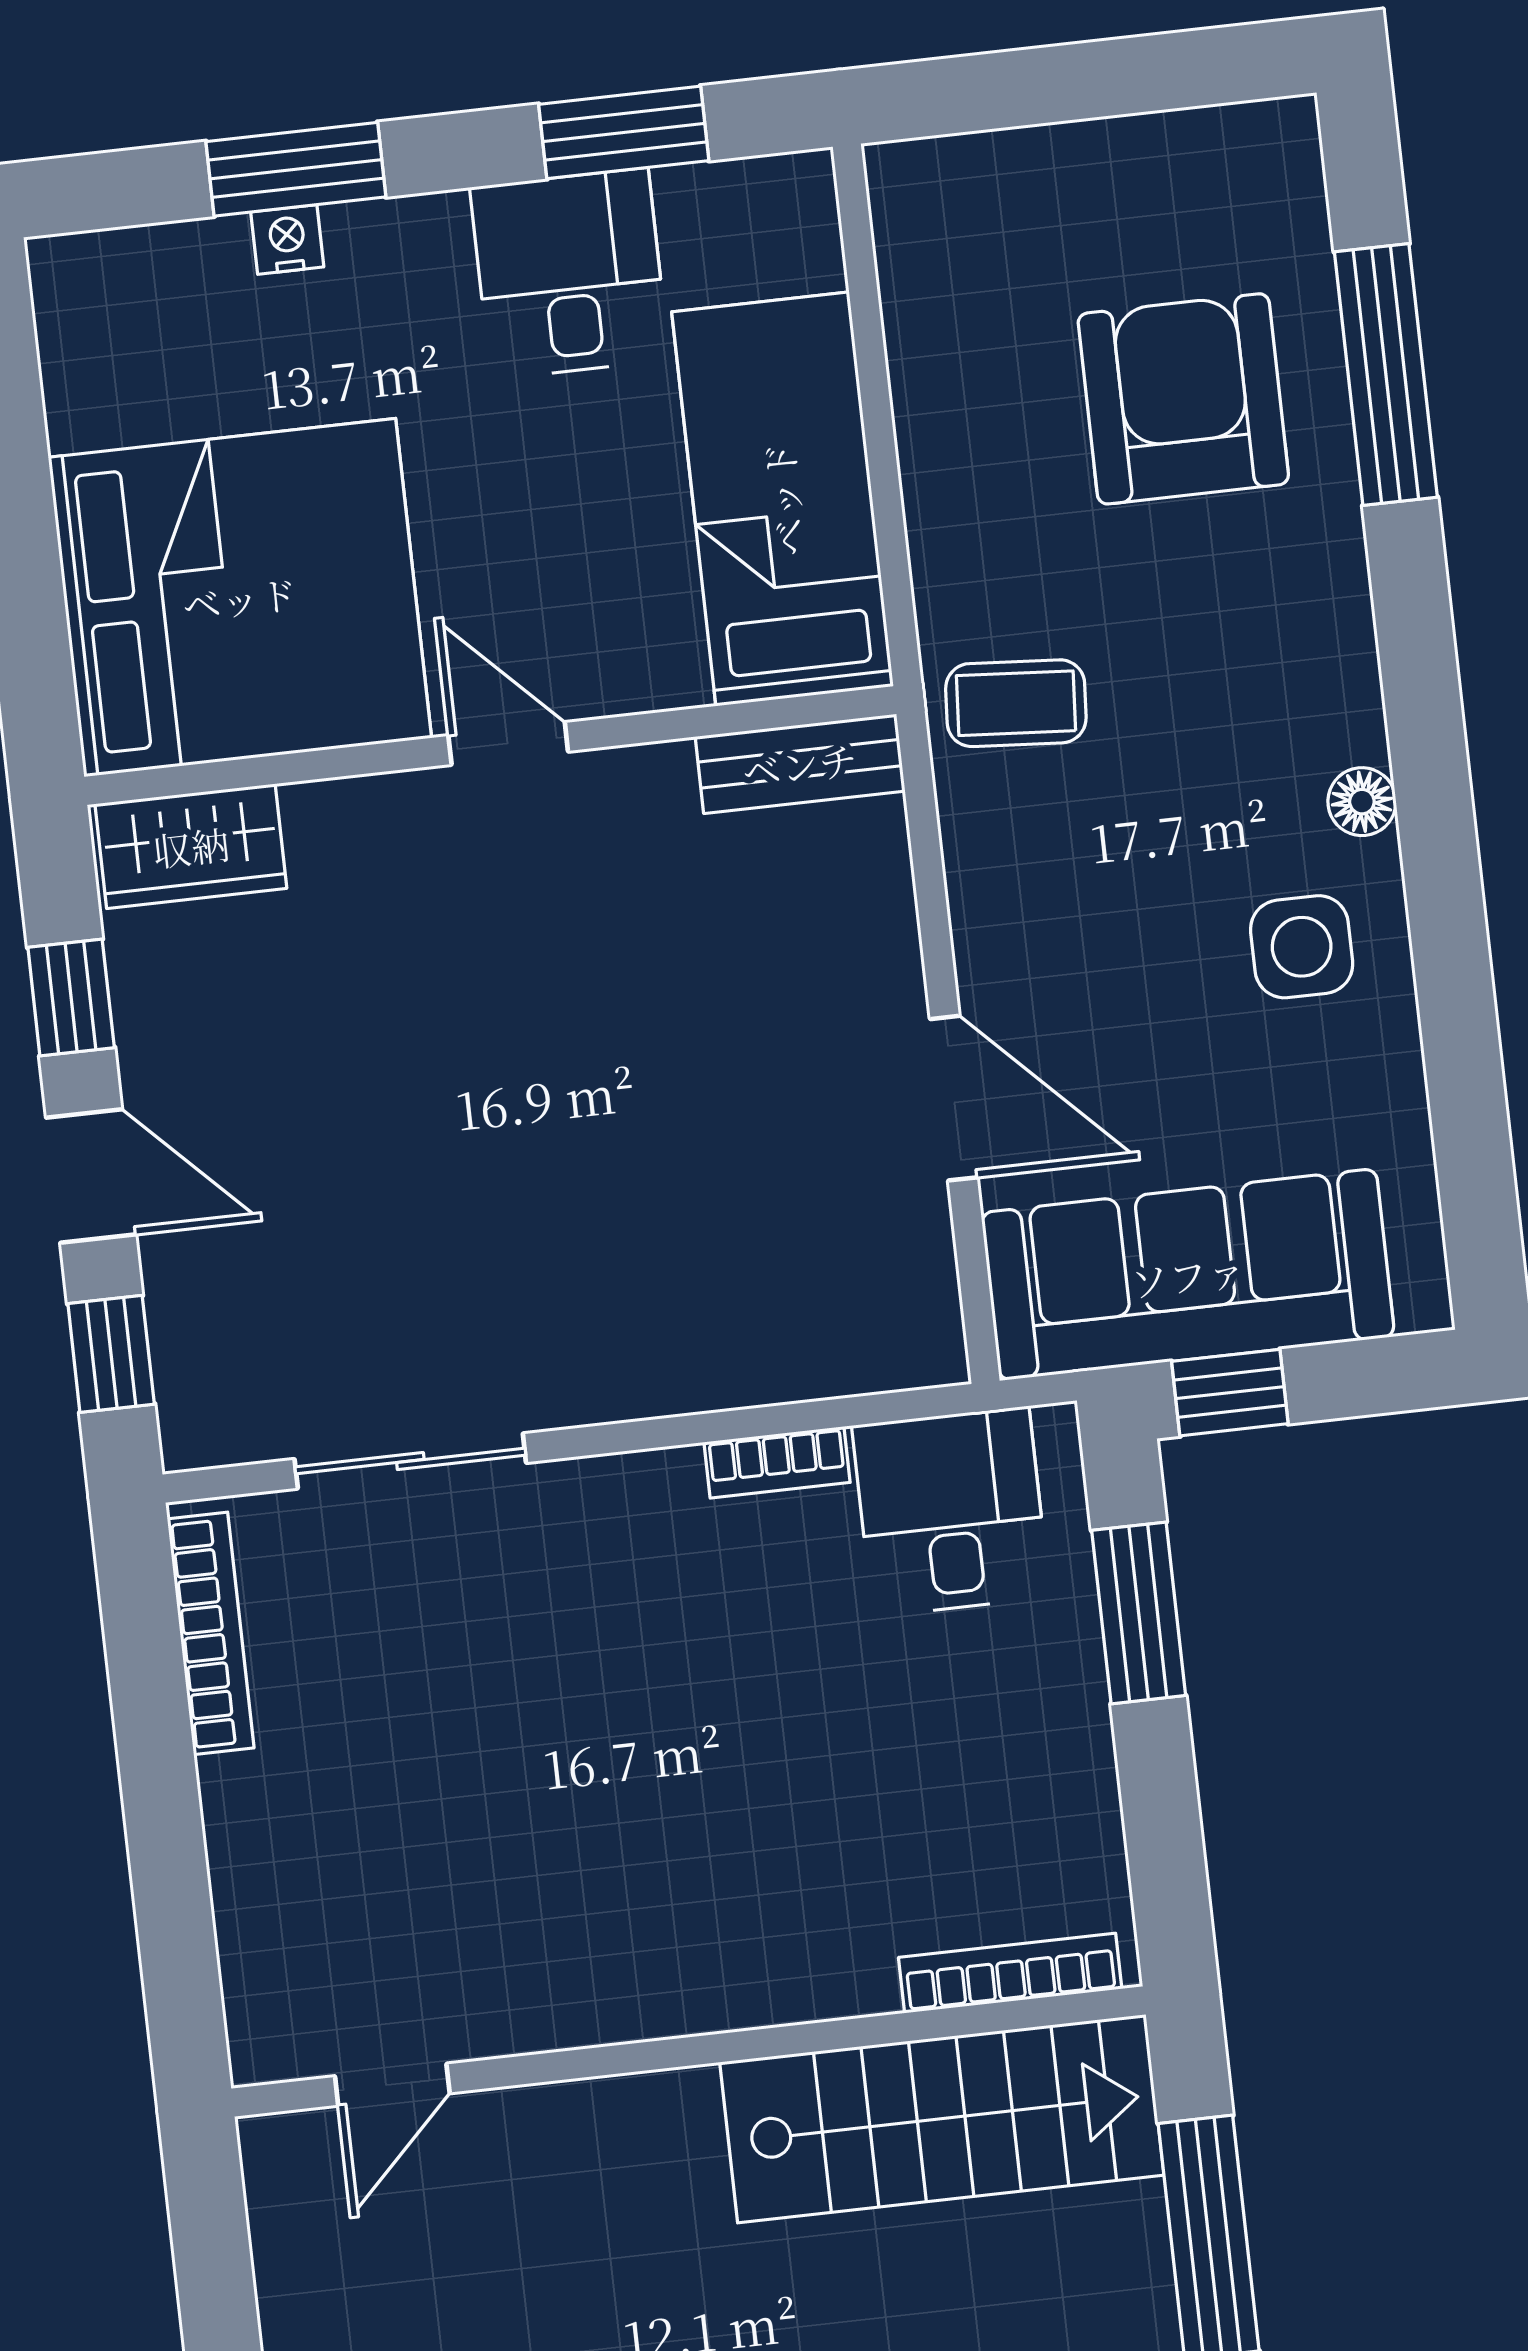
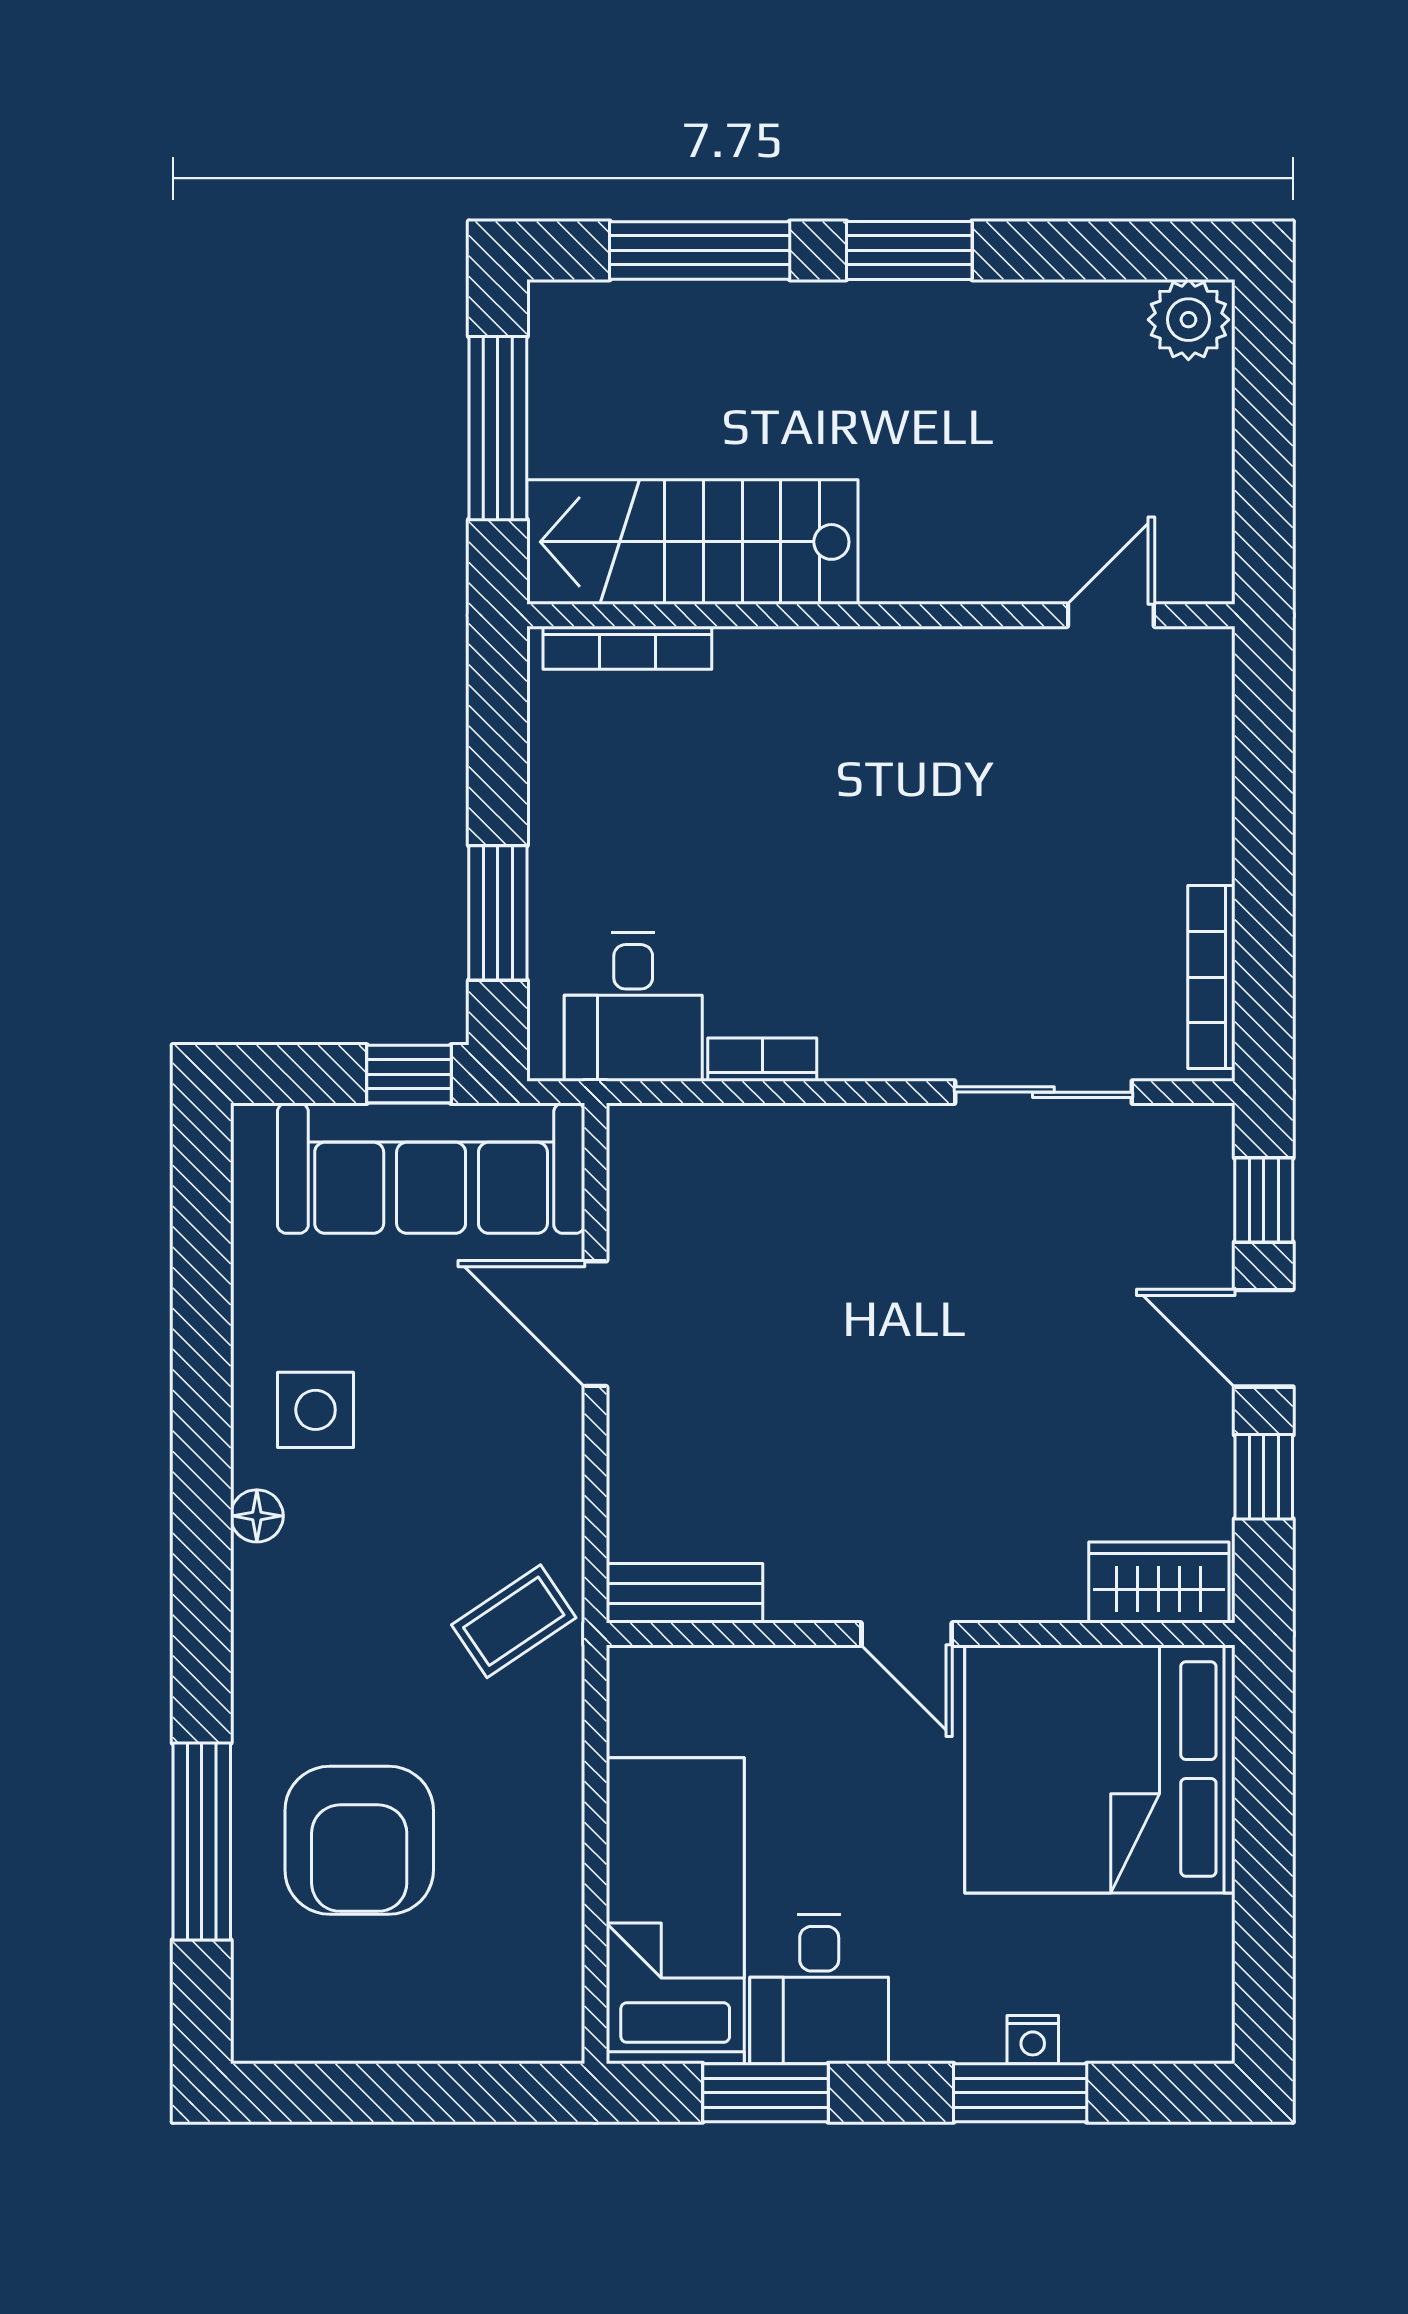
bed: (783, 499) -> (675, 1911), moved, turned 180
coffee table: (1016, 703) -> (514, 1621), turned -38

